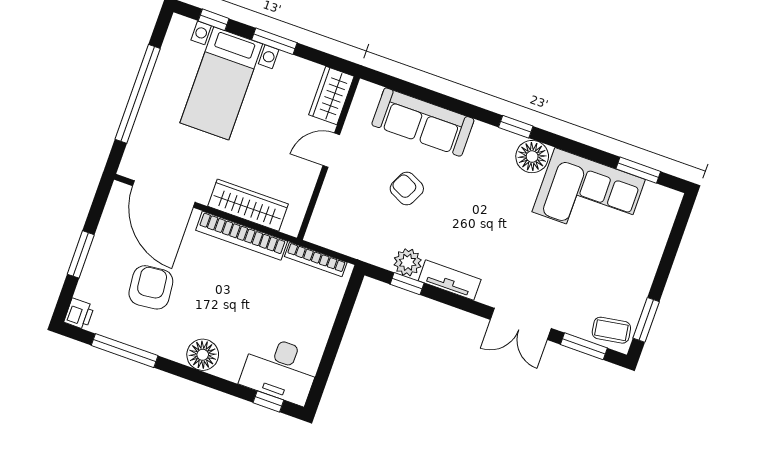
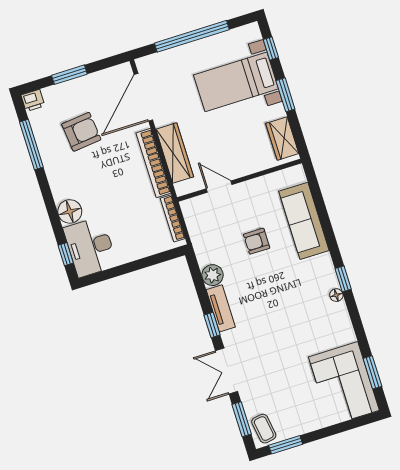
wardrobe: (331, 96) -> (282, 138), moved, turned -90
door: (331, 150) -> (219, 187), moved
floor lamp: (532, 157) -> (336, 295), width x0.53, depth x0.53
armchair: (407, 189) -> (257, 241), turned -116
corner sofa: (589, 196) -> (344, 384), moved
window: (407, 284) -> (212, 325), moved
floor lamp: (203, 355) -> (70, 211), moved

